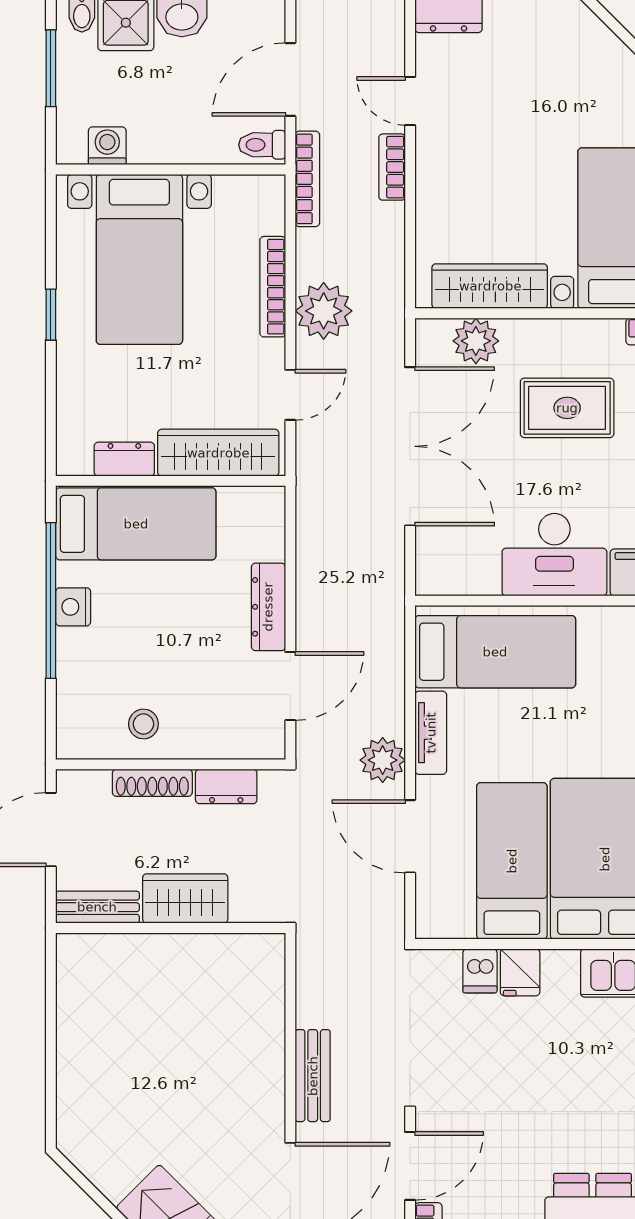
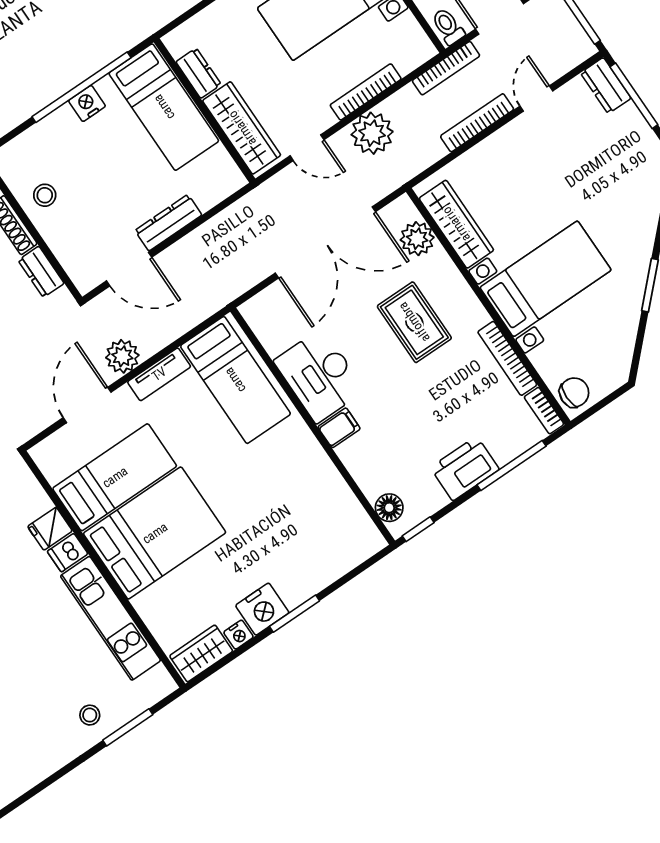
bookcase: (392, 167) -> (477, 123), width x1.56
dishwasher: (480, 971) -> (68, 553), moved

